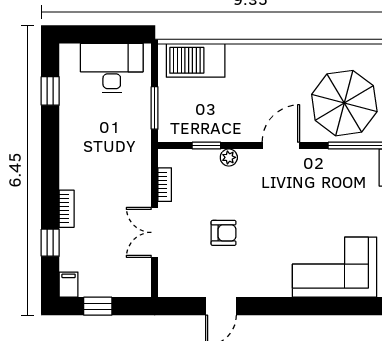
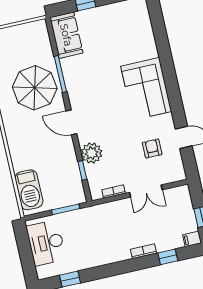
plant: (229, 157) -> (92, 153), width x1.88, depth x1.88
armchair: (224, 233) -> (152, 148), moved
corner sofa: (335, 267) -> (146, 89), moved

